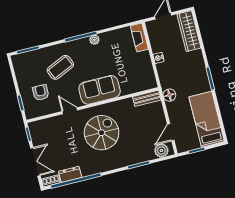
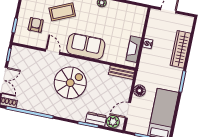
wardrobe: (189, 31) -> (180, 49), moved
fireplace: (139, 38) -> (134, 49), moved
floor lamp: (169, 95) -> (139, 91), moved
dresser: (70, 174) -> (96, 119), moved

